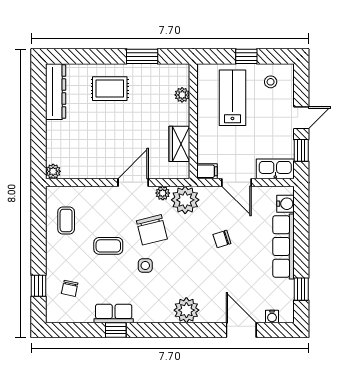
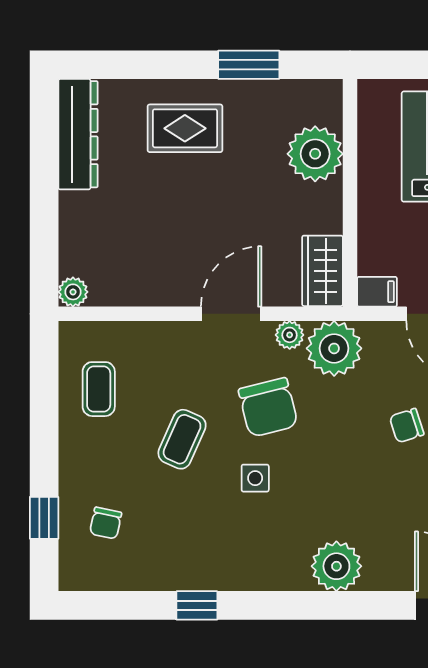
plant: (182, 95) -> (315, 154), width x1.87, depth x1.87
wardrobe: (179, 144) -> (322, 271), moved
coffee table: (108, 246) -> (182, 439), turned -66
row of seats: (114, 313) -> (193, 573), removed

